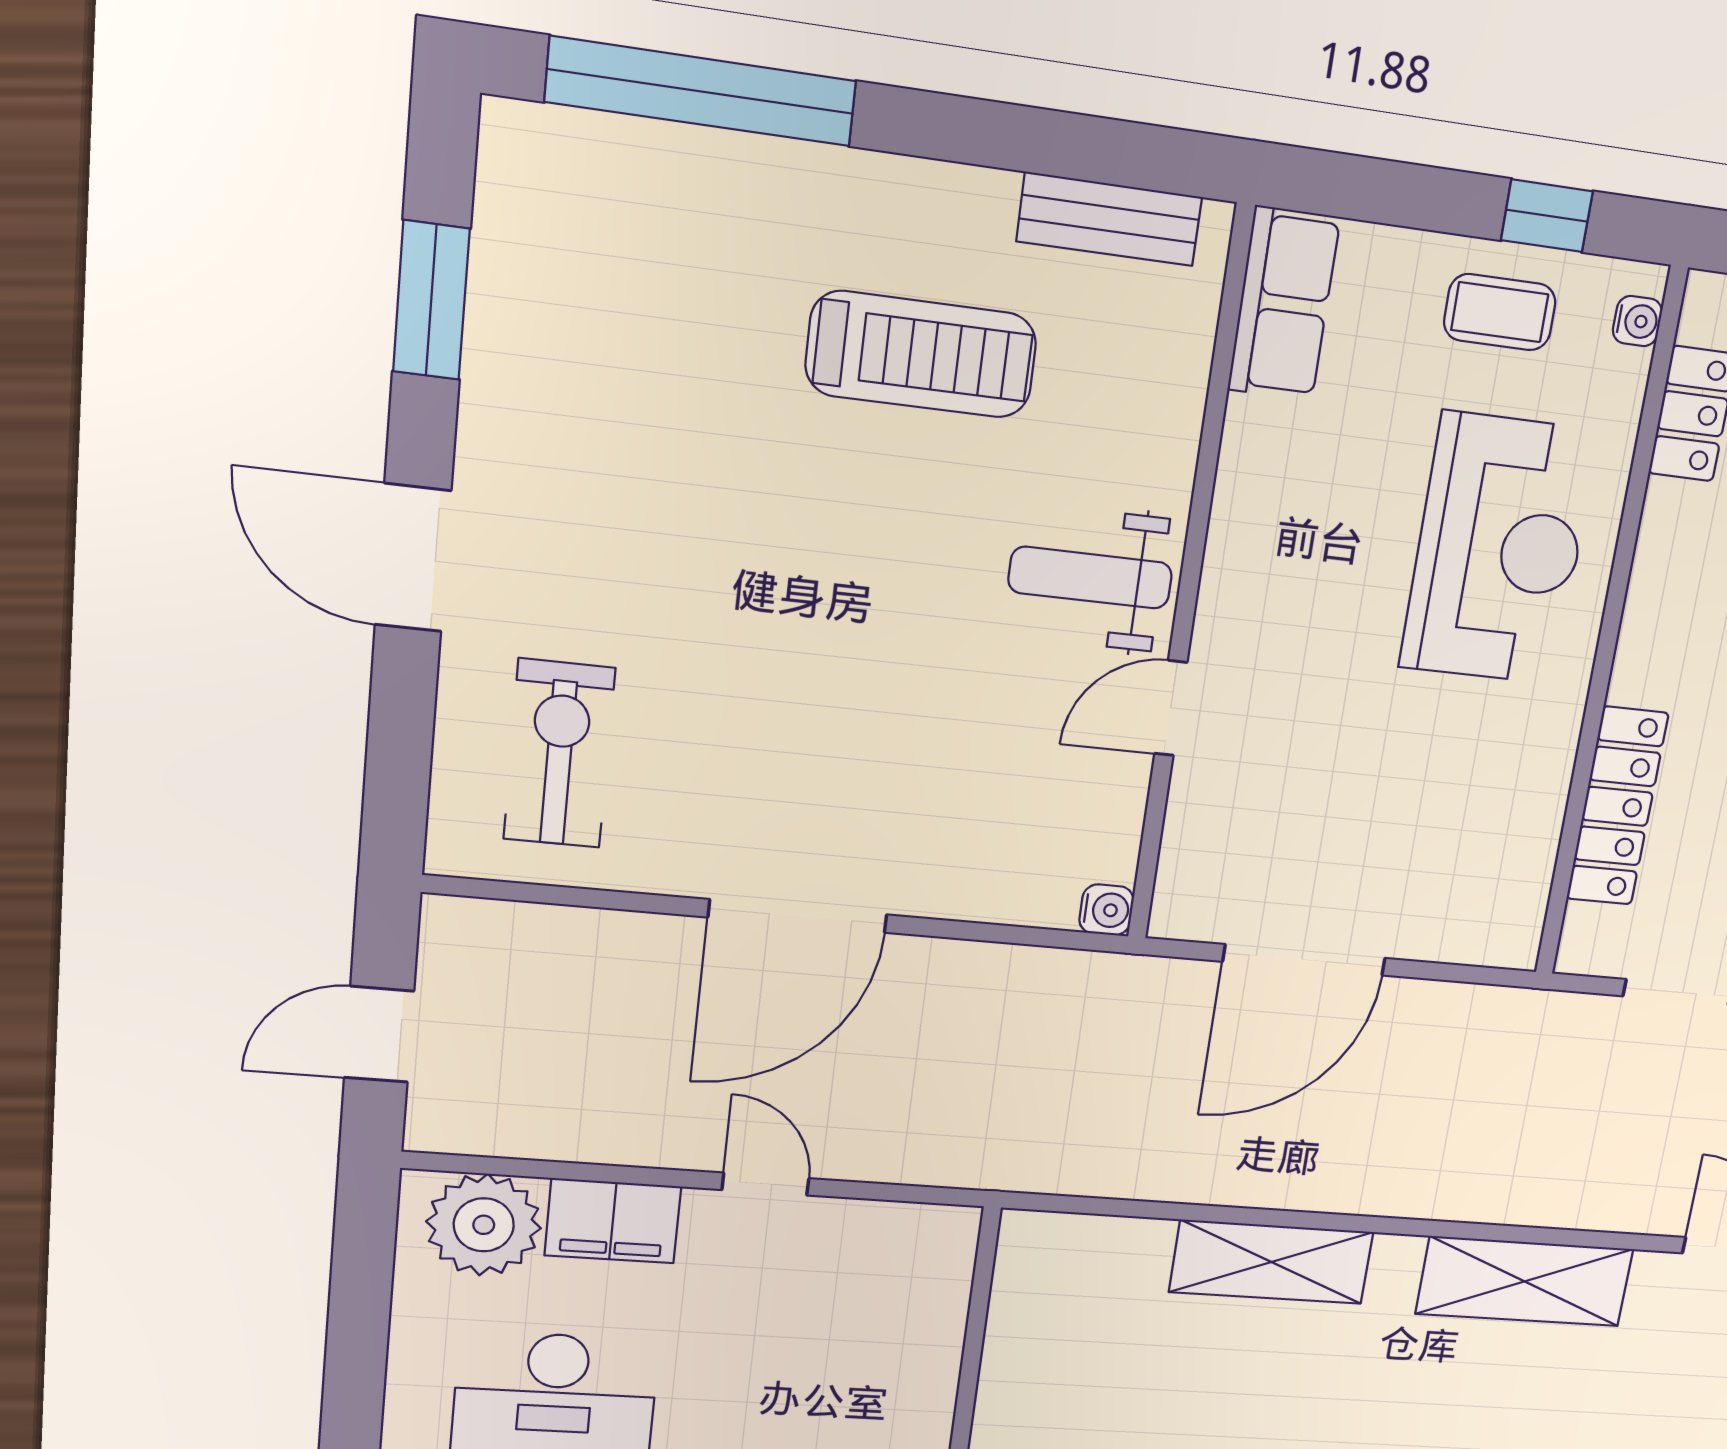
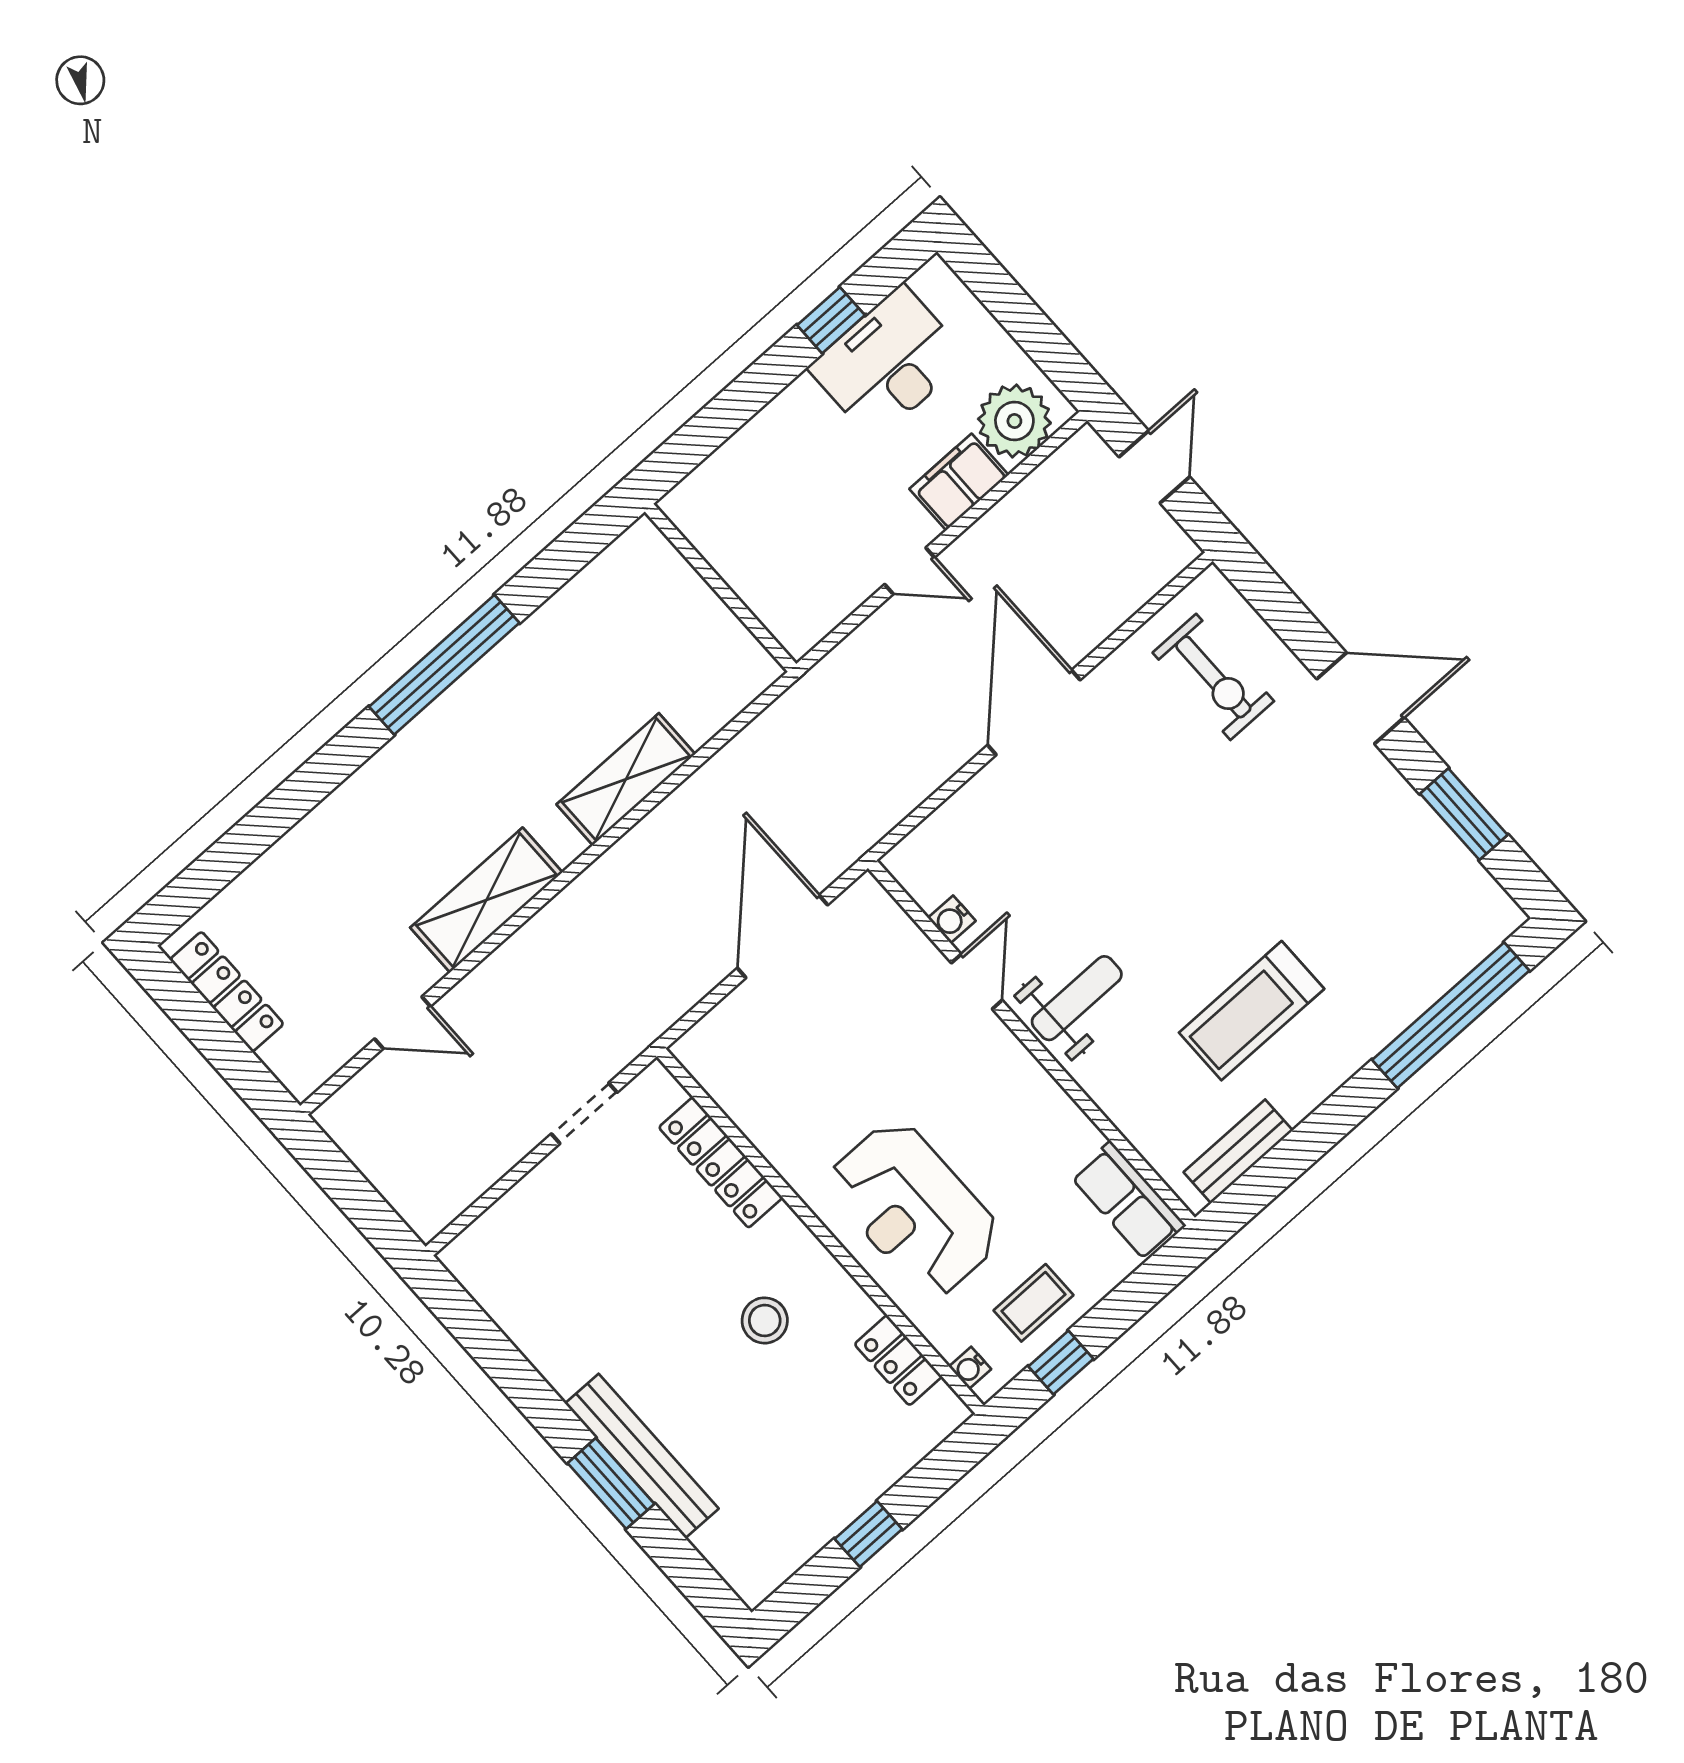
water cooler: (1106, 910) -> (952, 919), moved

